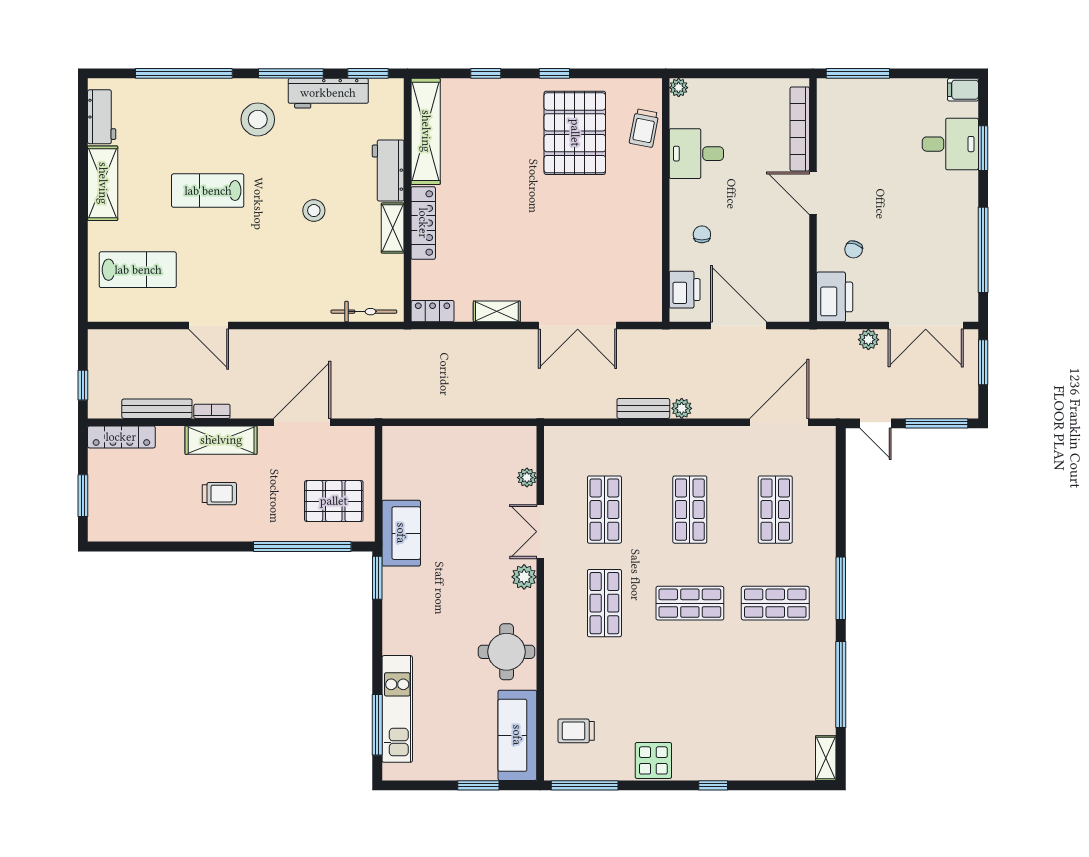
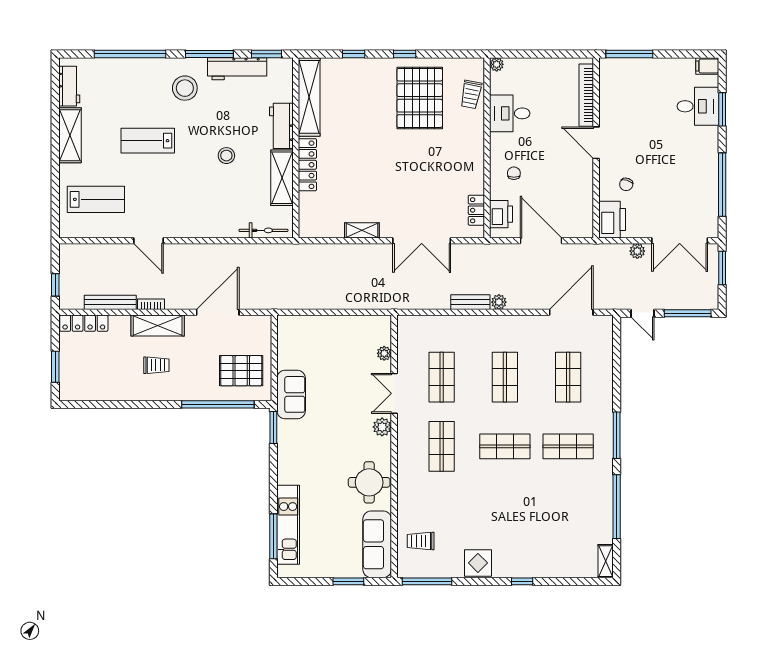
shelving: (393, 228) -> (282, 178), width x1.50, depth x1.33
locker: (433, 311) -> (476, 210), moved, turned -90

